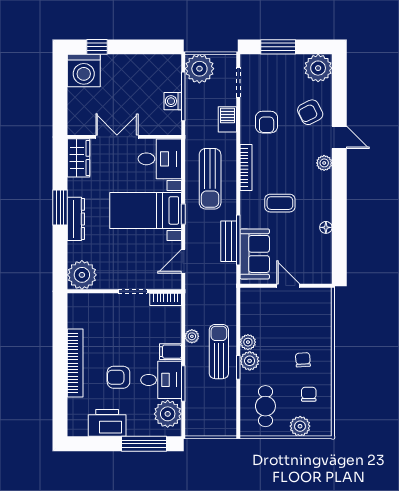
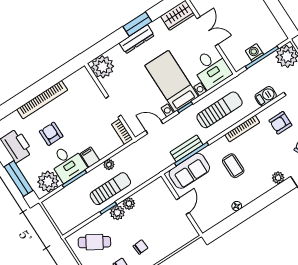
sun lounger: (210, 179) -> (220, 110), turned 180
cafe table: (265, 406) -> (94, 242), turned 31

